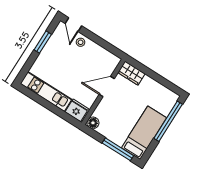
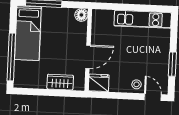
wardrobe: (131, 73) -> (60, 82), moved
fridge: (77, 110) -> (99, 83), moved, turned 180

